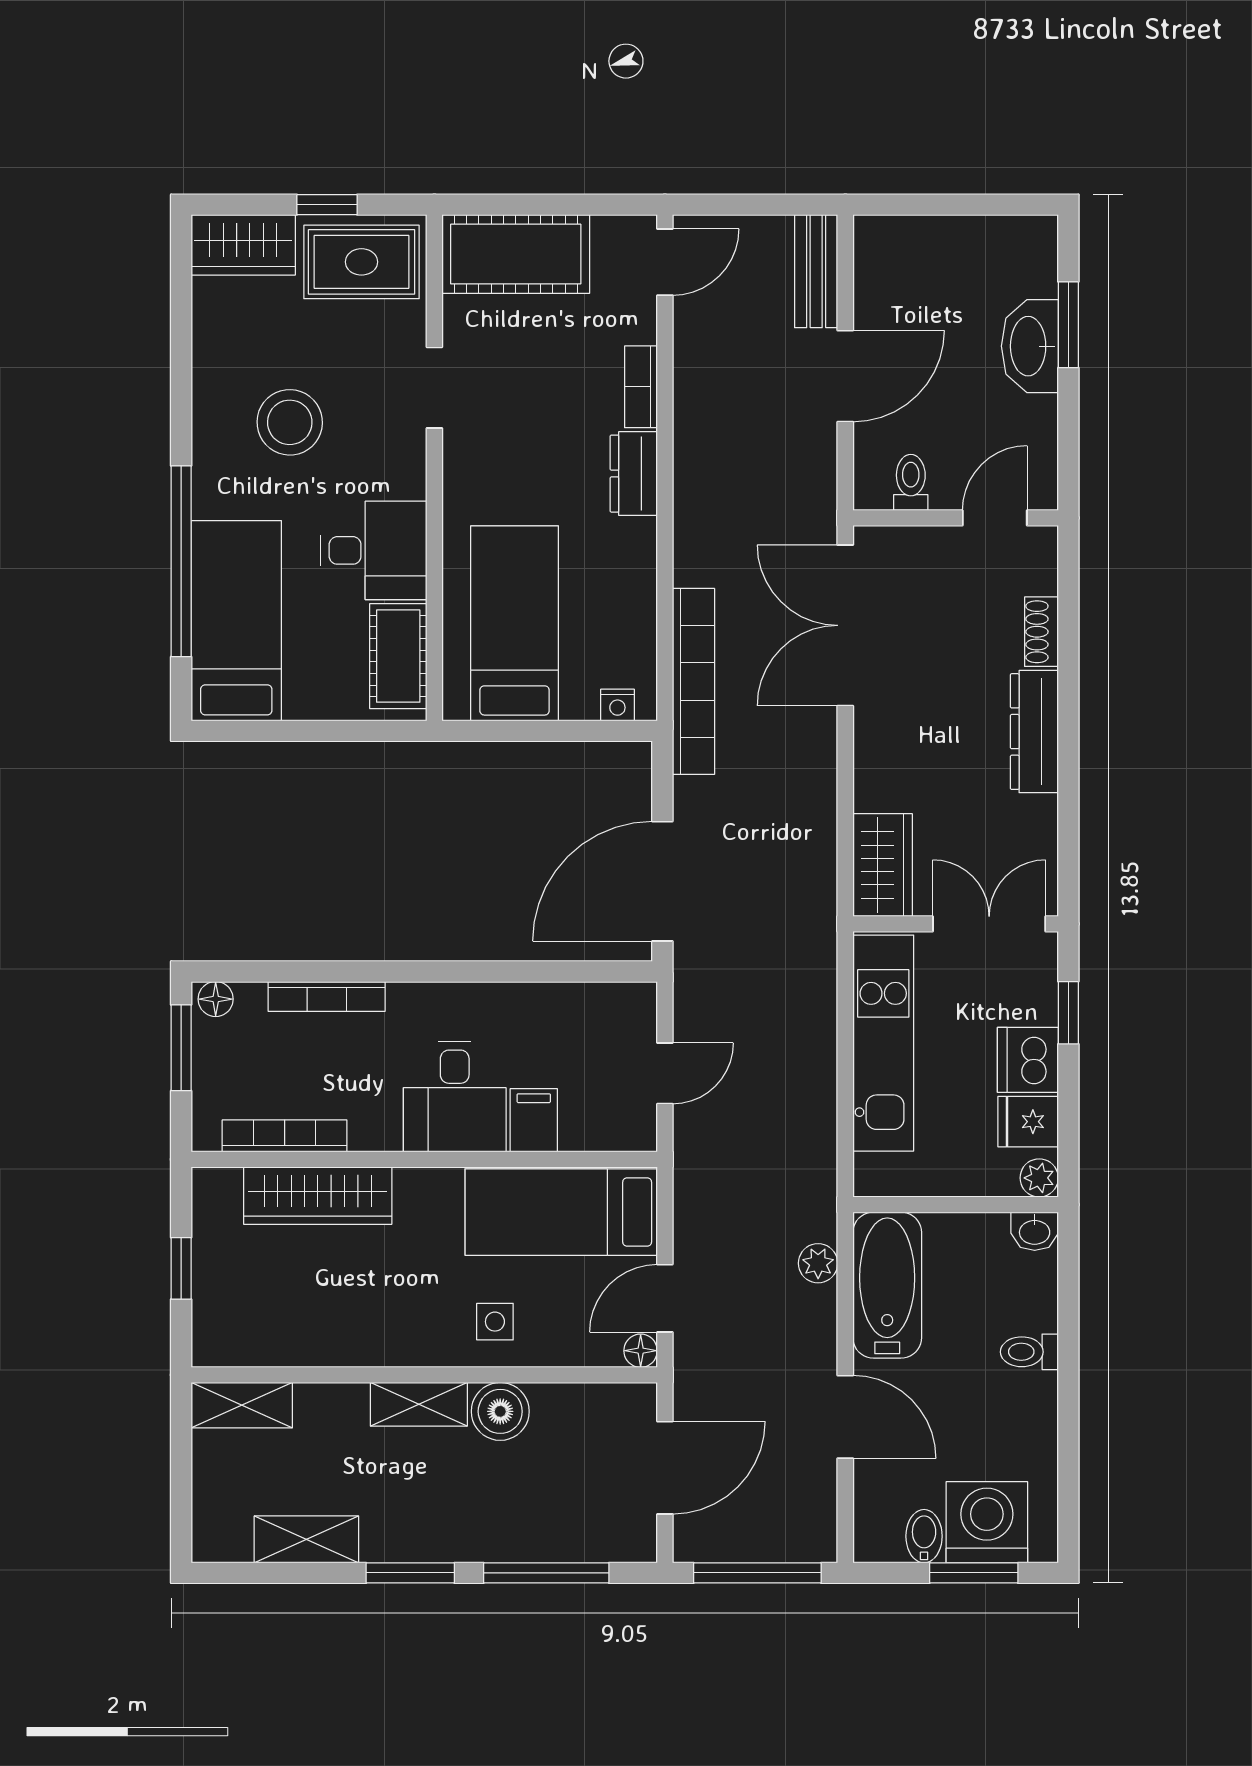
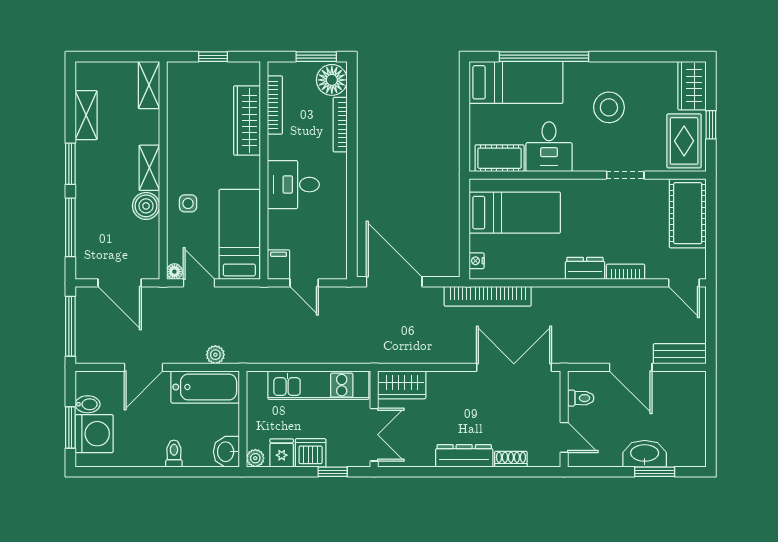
floor lamp: (216, 999) -> (332, 80), width x1.89, depth x1.89
filing cabinet: (534, 1120) -> (279, 265), moved, turned -90
washbasin: (1035, 1231) -> (226, 452), width x1.38, depth x1.45

